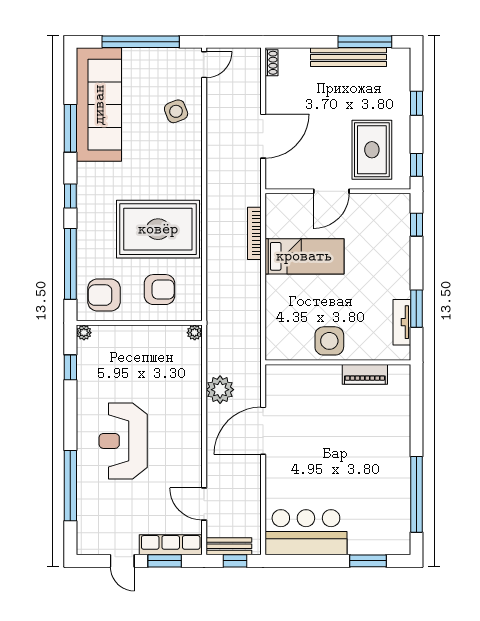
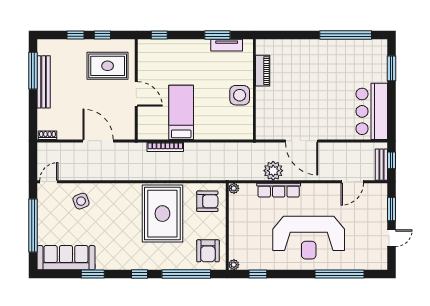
door: (204, 65) -> (49, 182), hinge flipped
sofa: (99, 105) -> (66, 258), width x0.74, depth x0.79
window: (70, 128) -> (93, 274), width x0.69
window: (416, 165) -> (102, 35), moved
armchair: (159, 290) -> (207, 201), moved, turned 90
reception desk: (123, 441) -> (309, 238), width x1.36, depth x1.30
row of seats: (171, 545) -> (279, 190), moved, turned -90

